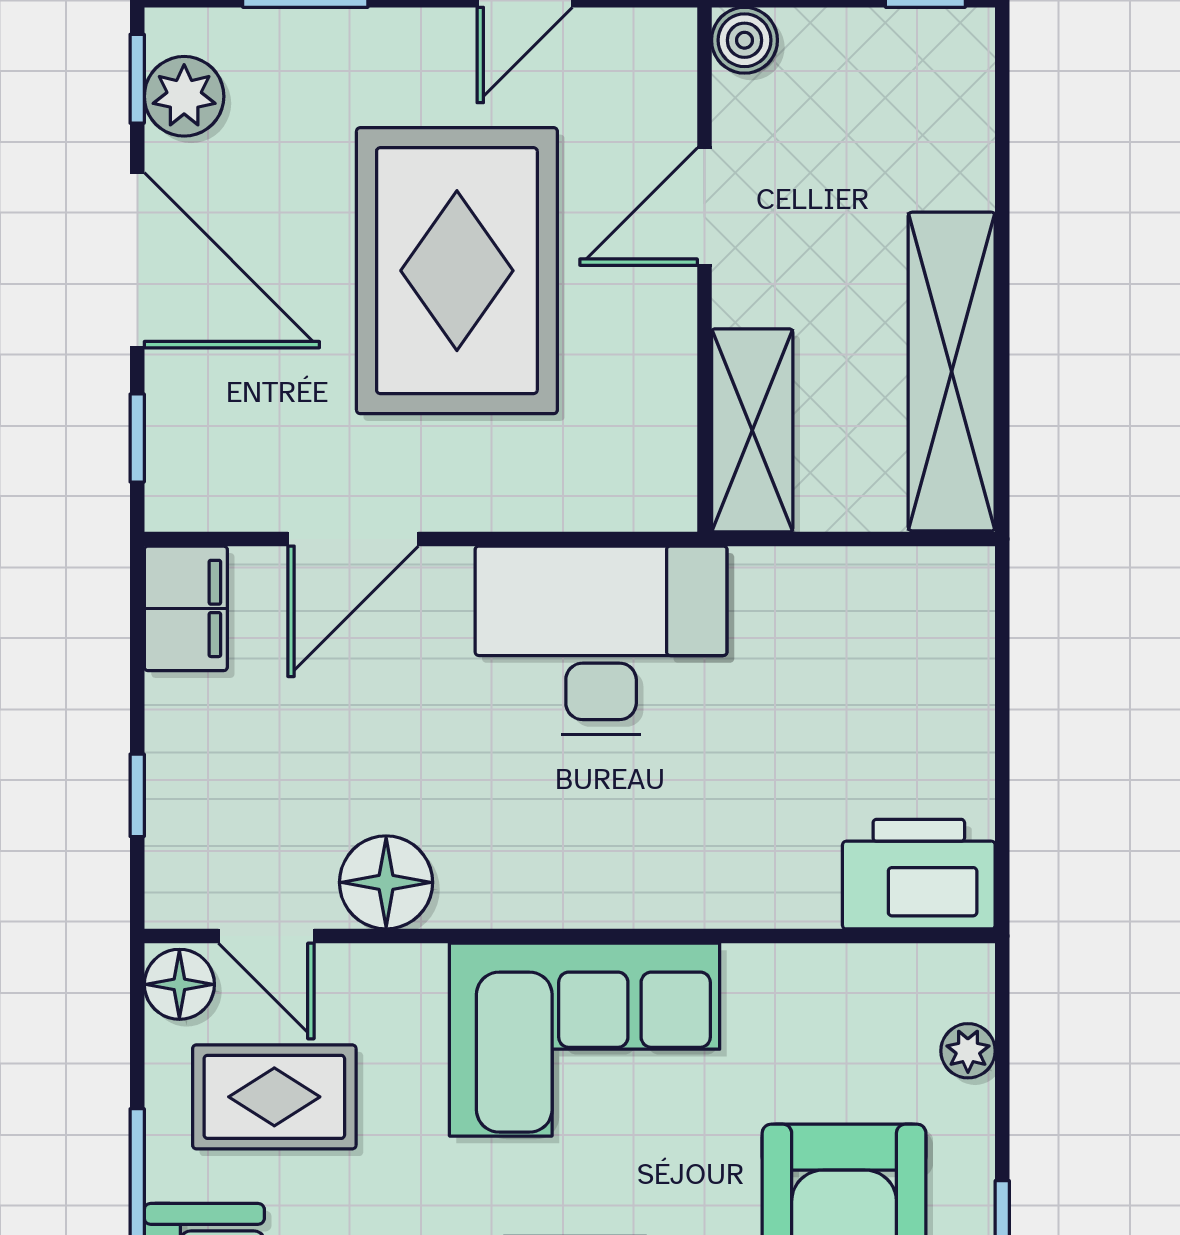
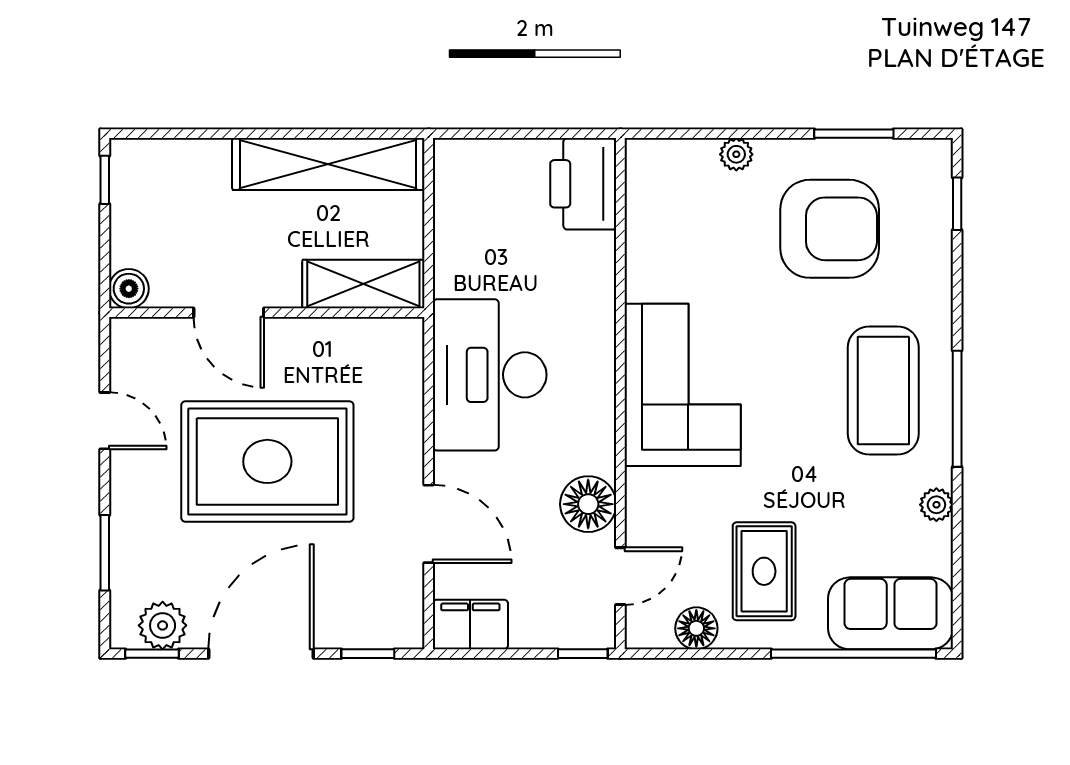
printer: (919, 874) -> (583, 184), moved
floor lamp: (386, 882) -> (588, 504), moved
door: (266, 936) -> (620, 576), moved
wall: (570, 936) -> (620, 394), moved
corner sofa: (585, 1040) -> (683, 385), moved

